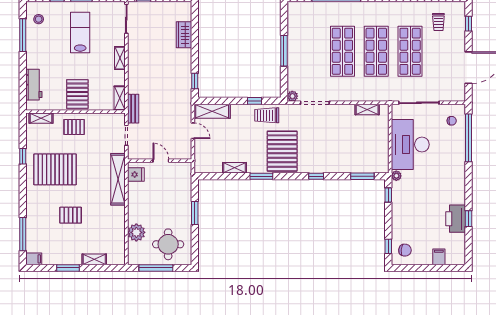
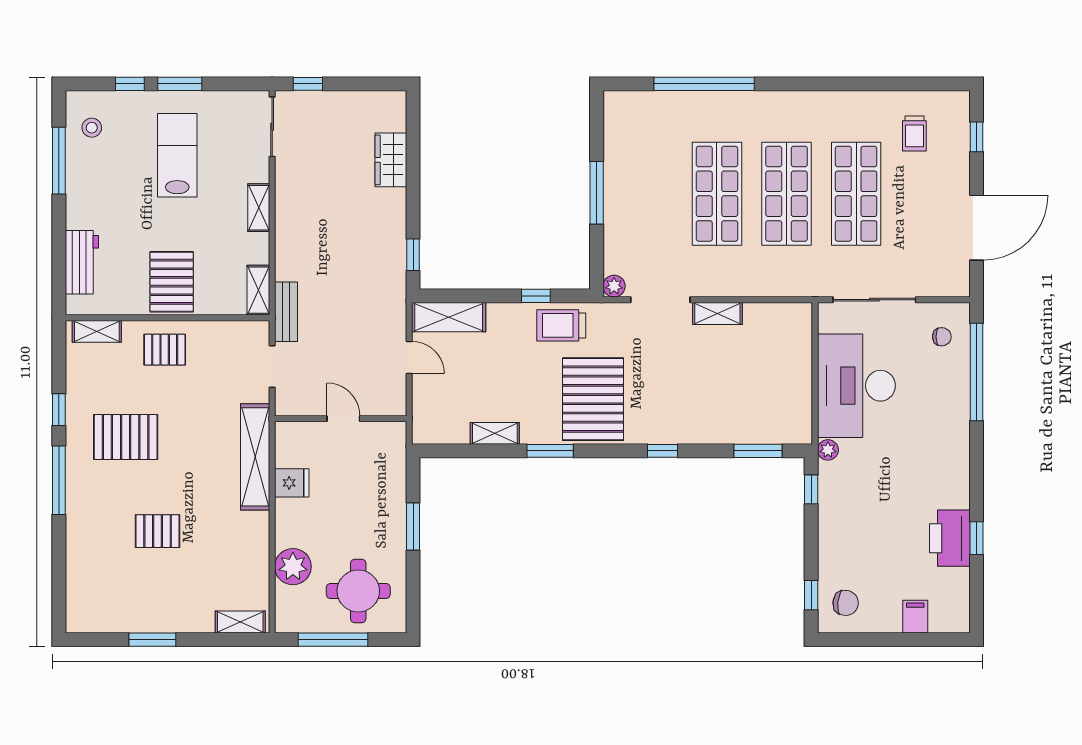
shelving: (367, 109) -> (717, 313), moved
pallet: (55, 169) -> (126, 437), width x0.73, depth x0.71
fridge: (136, 174) -> (292, 483), moved
window: (23, 234) -> (59, 480), moved
filing cabinet: (34, 259) -> (82, 621), removed
shelving: (94, 259) -> (240, 622), moved

